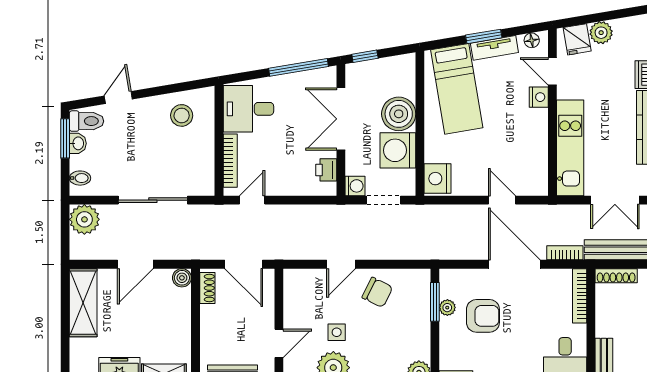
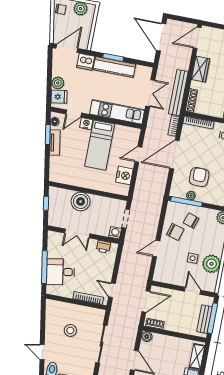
window: (484, 36) -> (48, 134), moved
window: (365, 56) -> (46, 203), moved
window: (299, 67) -> (44, 267), moved
bed: (457, 89) -> (100, 145), moved, turned 99
desk: (248, 109) -> (60, 272), moved, turned 81
stool: (182, 115) -> (70, 330), moved
double door: (341, 119) -> (77, 233), width x0.73
washing machine: (398, 150) -> (100, 206), removed
nightstand: (437, 179) -> (124, 175), moved, turned -90
door: (341, 264) -> (156, 249), swing flipped
chair: (377, 292) -> (175, 232), turned 80
window: (435, 302) -> (186, 202), width x1.44
chair: (403, 317) -> (191, 221), added

